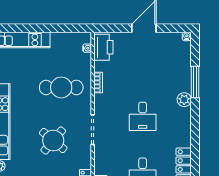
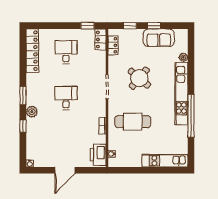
window: (195, 82) -> (23, 126), width x0.46
window: (195, 119) -> (23, 96), added

